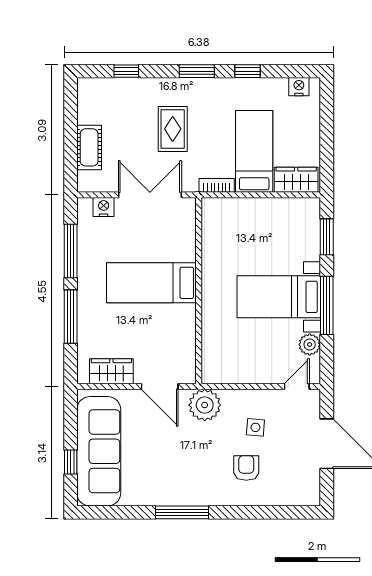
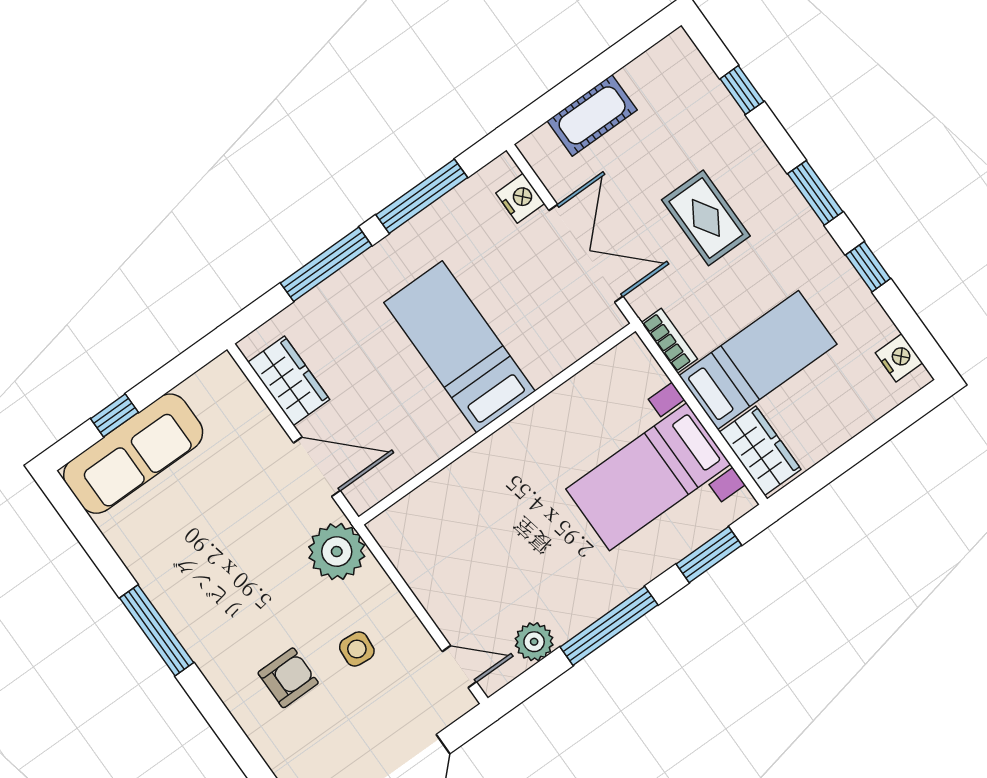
rug: (173, 129) -> (706, 218), turned 90
bed with nightstands: (279, 297) -> (648, 477), moved, turned -90
door: (160, 387) -> (317, 467), swing flipped
sofa: (99, 451) -> (133, 454), width x0.74, depth x0.79

